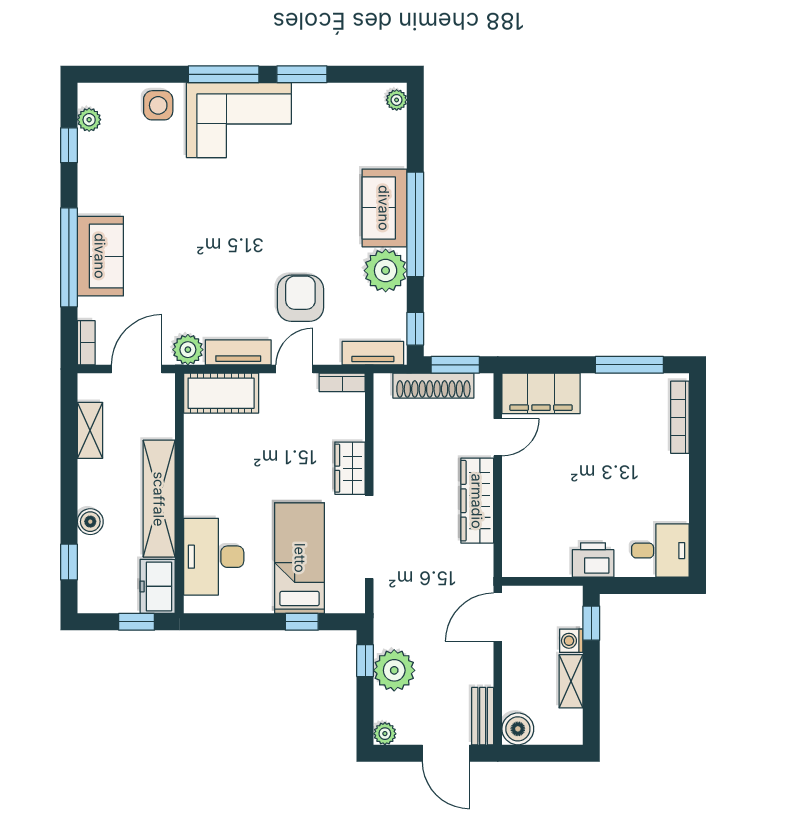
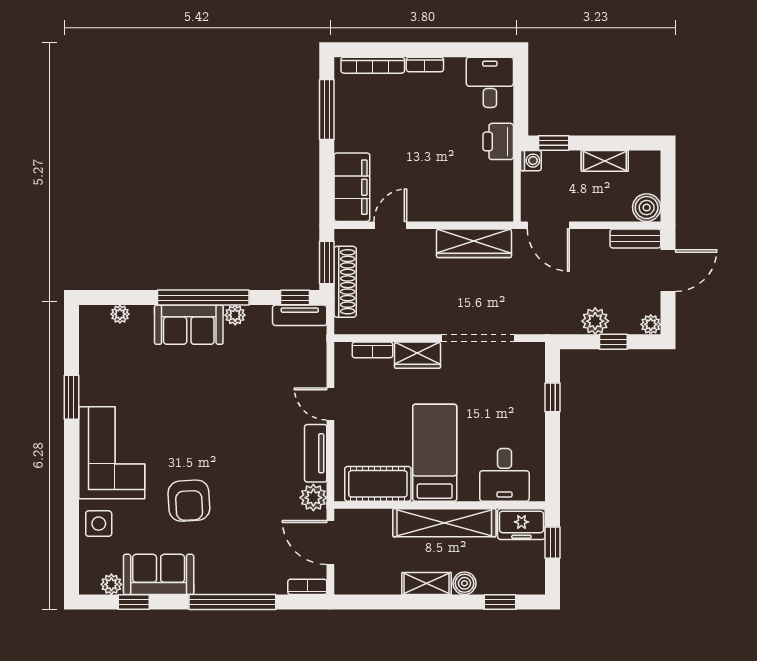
window: (224, 74) -> (71, 466), removed
plant: (397, 100) -> (120, 314), moved
sofa: (100, 256) -> (159, 574), moved
plant: (386, 271) -> (235, 315), width x0.53, depth x0.53
armchair: (300, 298) -> (189, 501), moved, turned -93
tv unit: (373, 353) -> (300, 315), moved, turned -90
bookcase: (342, 382) -> (372, 350), moved, turned 90
cot: (221, 393) -> (378, 484), moved, turned 90
shelving: (90, 430) -> (427, 584), moved
door: (498, 437) -> (390, 225), hinge flipped
bookcase: (681, 477) -> (425, 64), added
wardrobe: (477, 501) -> (474, 243), moved
desk: (214, 557) -> (504, 475), width x0.73
bed: (300, 558) -> (435, 453), moved, turned 90
washing machine: (571, 641) -> (531, 161), moved, turned -90
window: (365, 661) -> (613, 342), moved
plant: (394, 670) -> (595, 321), width x0.73, depth x0.73

